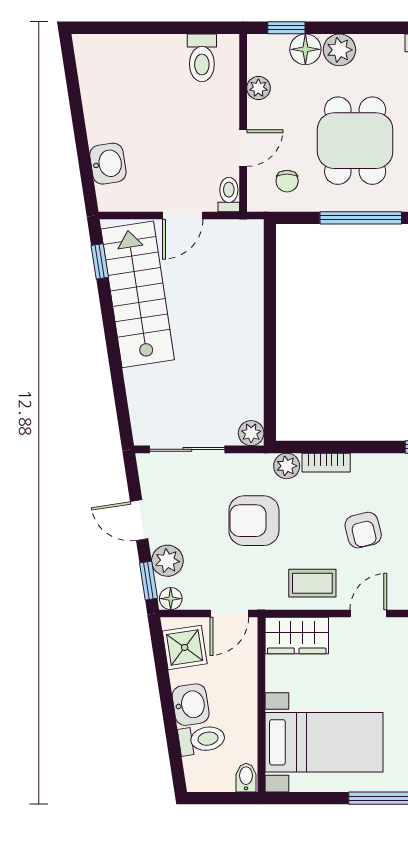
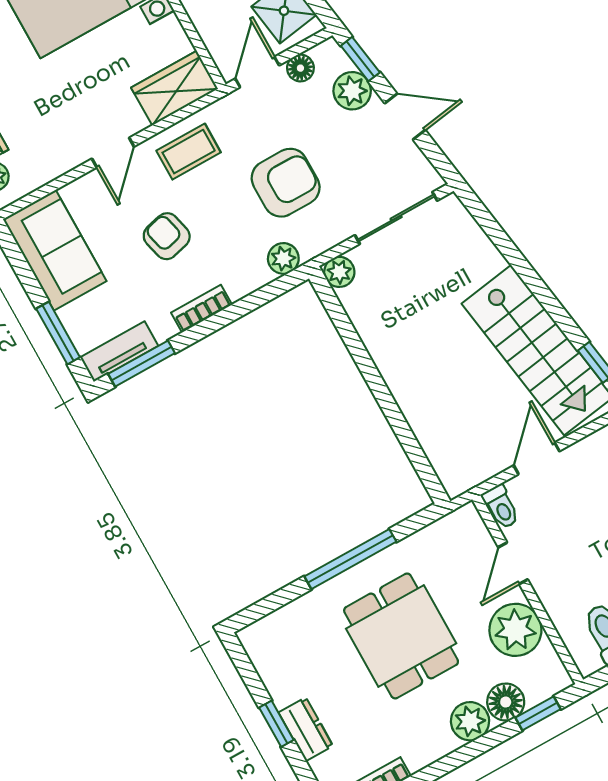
plant: (258, 88) -> (515, 630), width x1.88, depth x1.88
chair: (287, 181) -> (448, 554), removed
bookcase: (326, 463) -> (202, 309), moved
floor lamp: (171, 599) -> (300, 68), moved

